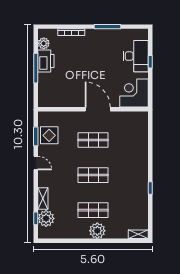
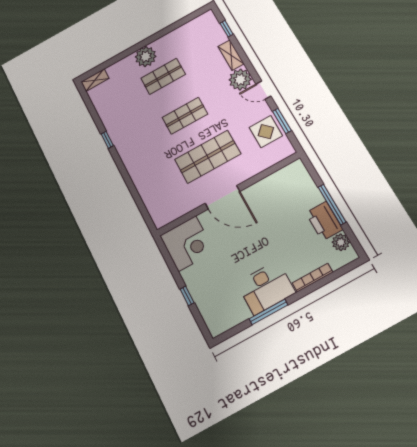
desk: (136, 56) -> (266, 288), moved, turned -90
shop shelf: (93, 140) -> (208, 157), width x1.43, depth x1.36
plant: (46, 218) -> (240, 80), moved

